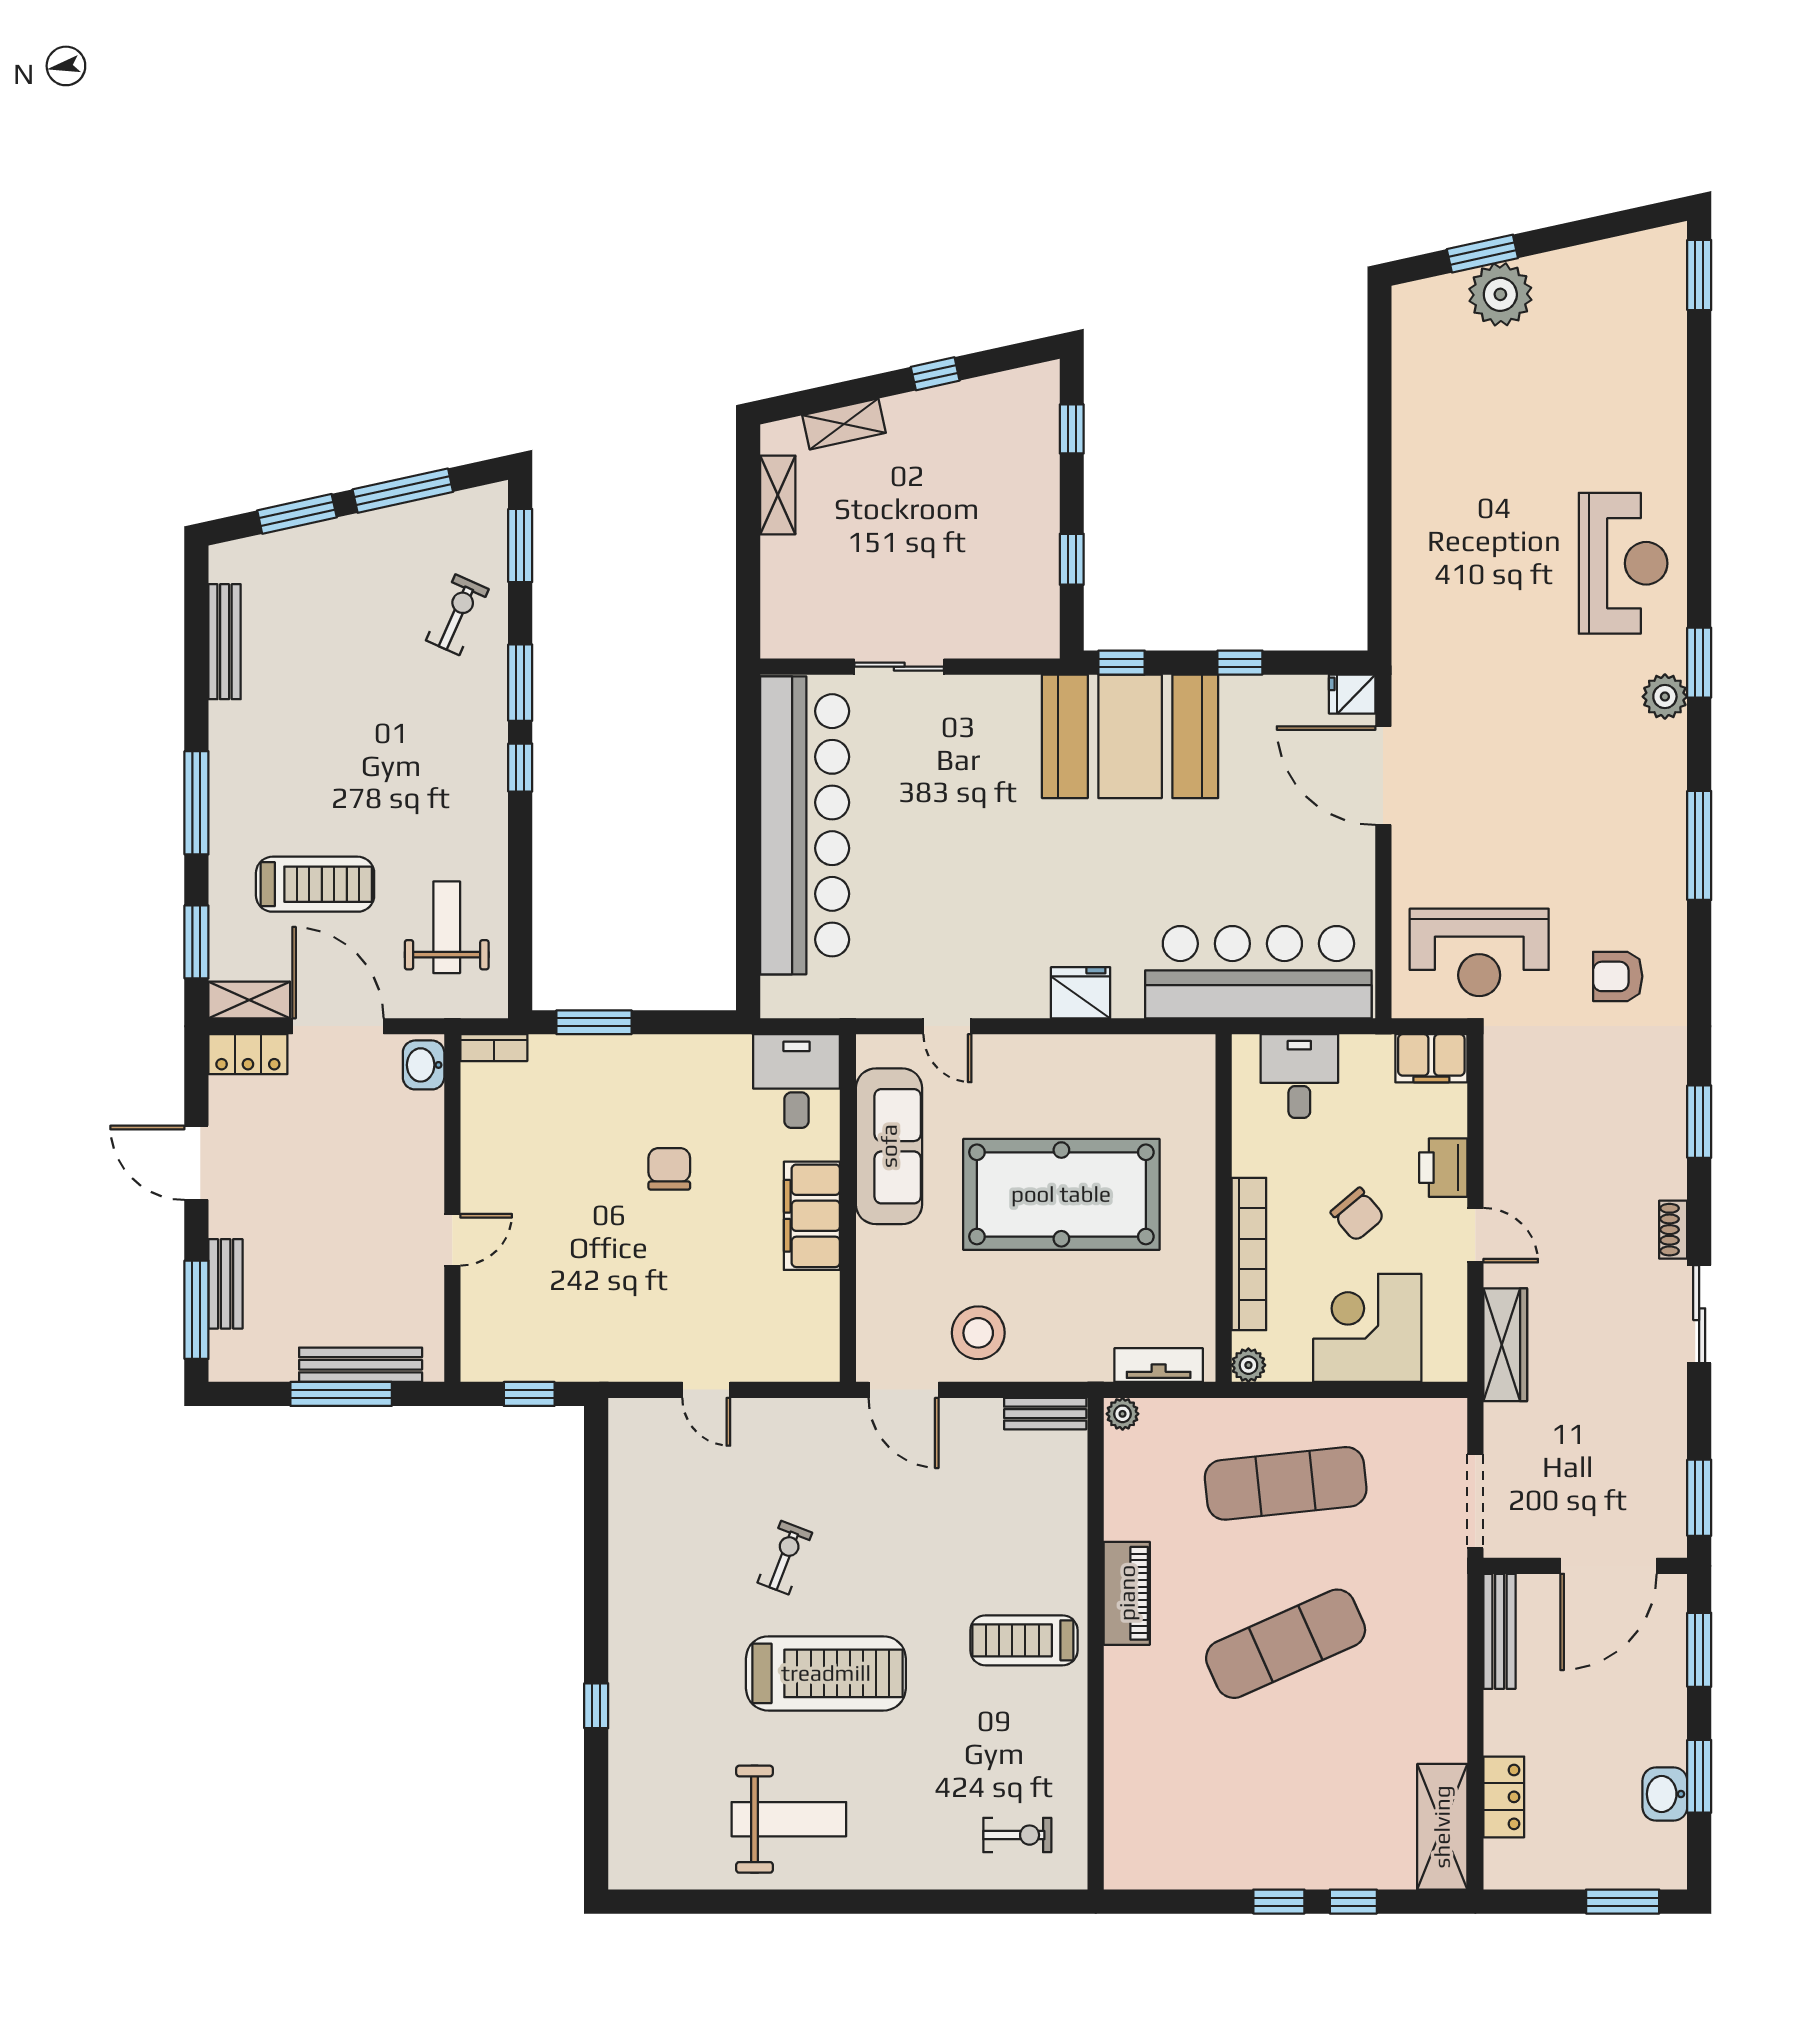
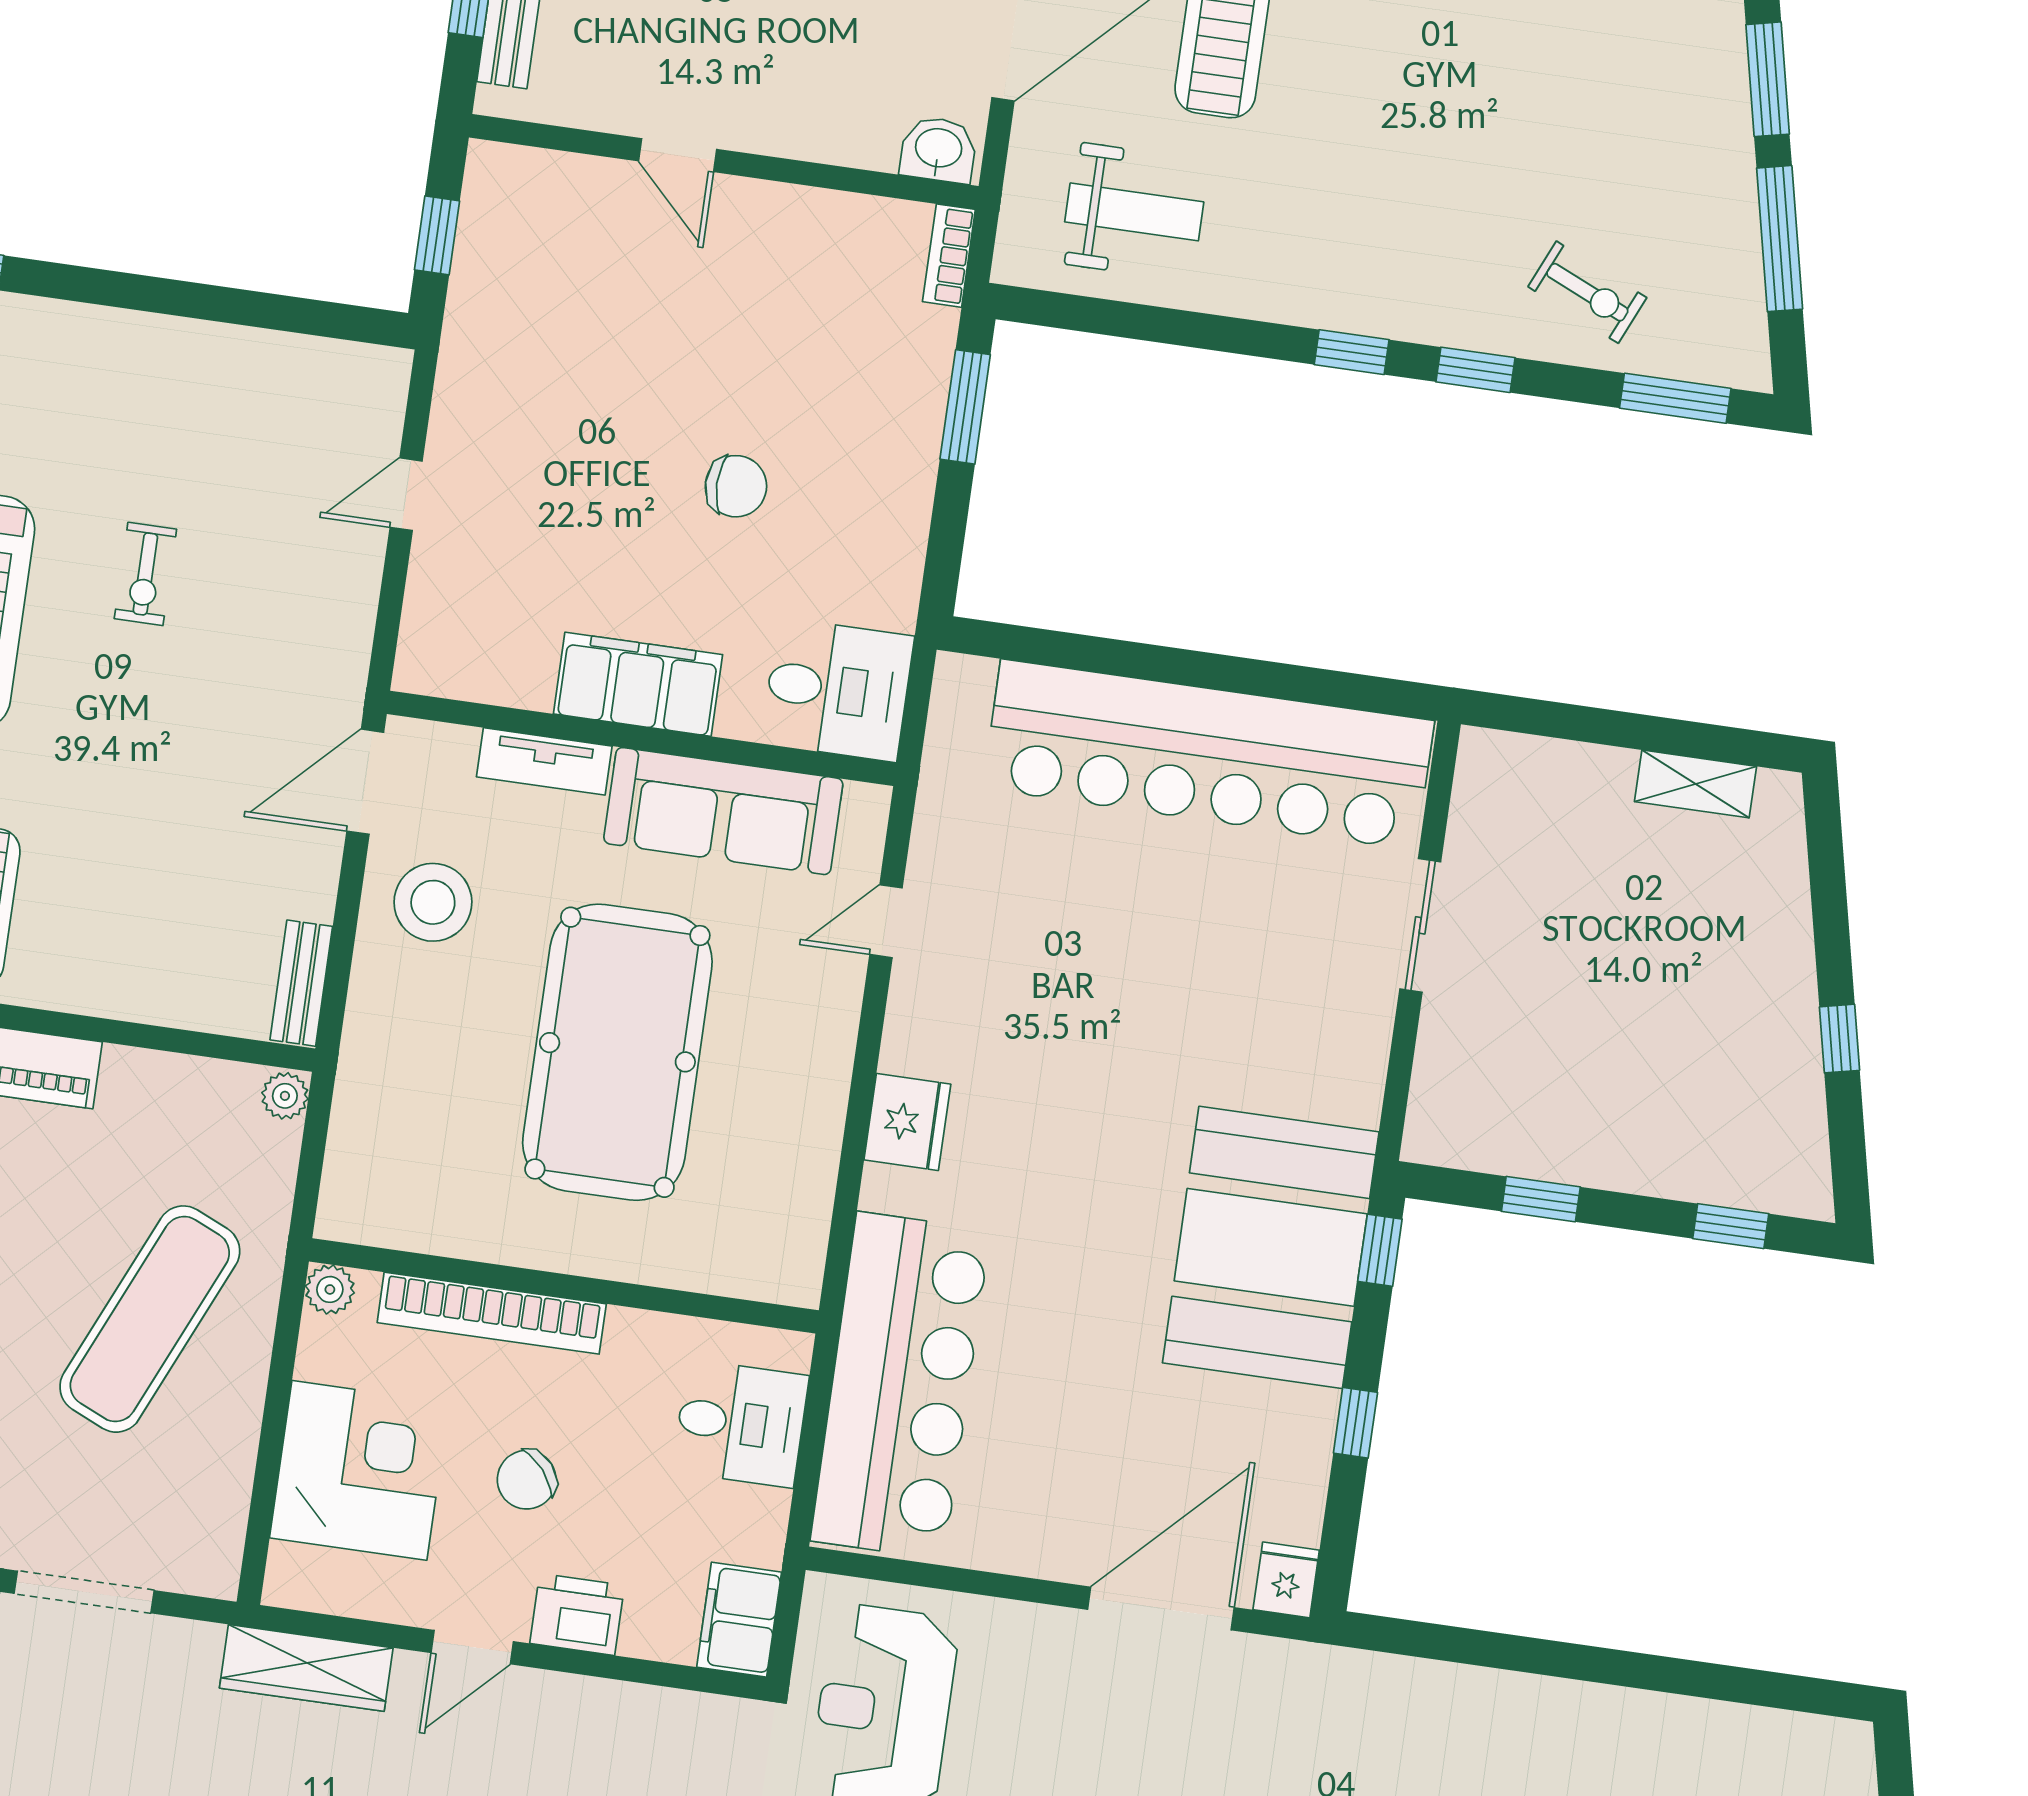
shelving: (844, 424) -> (1785, 895), removed
window: (520, 683) -> (1475, 370), width x0.67
tv unit: (1159, 1365) -> (544, 761), moved, turned 90
exercise mat: (1286, 1483) -> (150, 1319), turned 30
exercise bike: (785, 1558) -> (145, 574), turned 69

